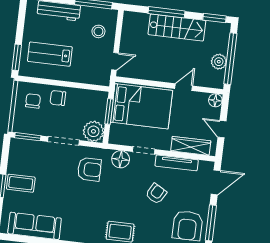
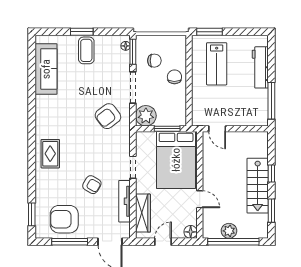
window: (166, 12) -> (271, 174), width x0.46
window: (215, 18) -> (271, 211), moved
stool: (98, 31) -> (245, 109), removed
lab bench: (50, 54) -> (217, 64), turned 180
chair: (33, 101) -> (154, 61), moved
floor lamp: (121, 159) -> (126, 46), moved, width x0.53, depth x0.53
armchair: (89, 169) -> (108, 116), turned 53

